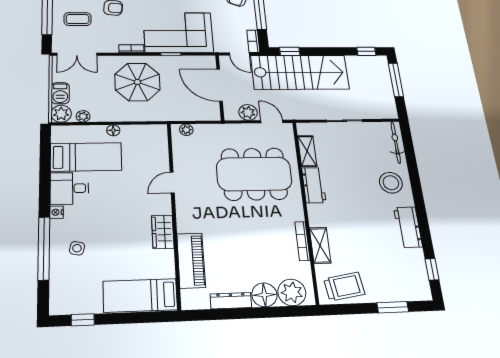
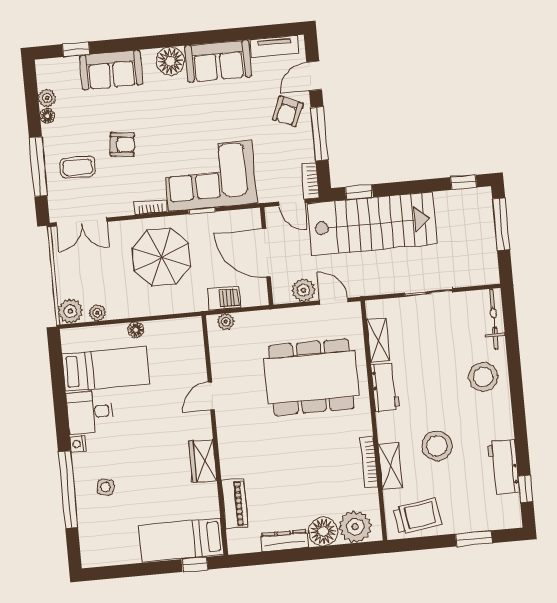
barbecue: (60, 93) -> (224, 298), moved, turned -90
workbench: (408, 227) -> (503, 467), moved
stool: (357, 232) -> (437, 446), added
piano: (191, 260) -> (234, 504), width x0.73, depth x0.75
window: (83, 320) -> (195, 564), moved

